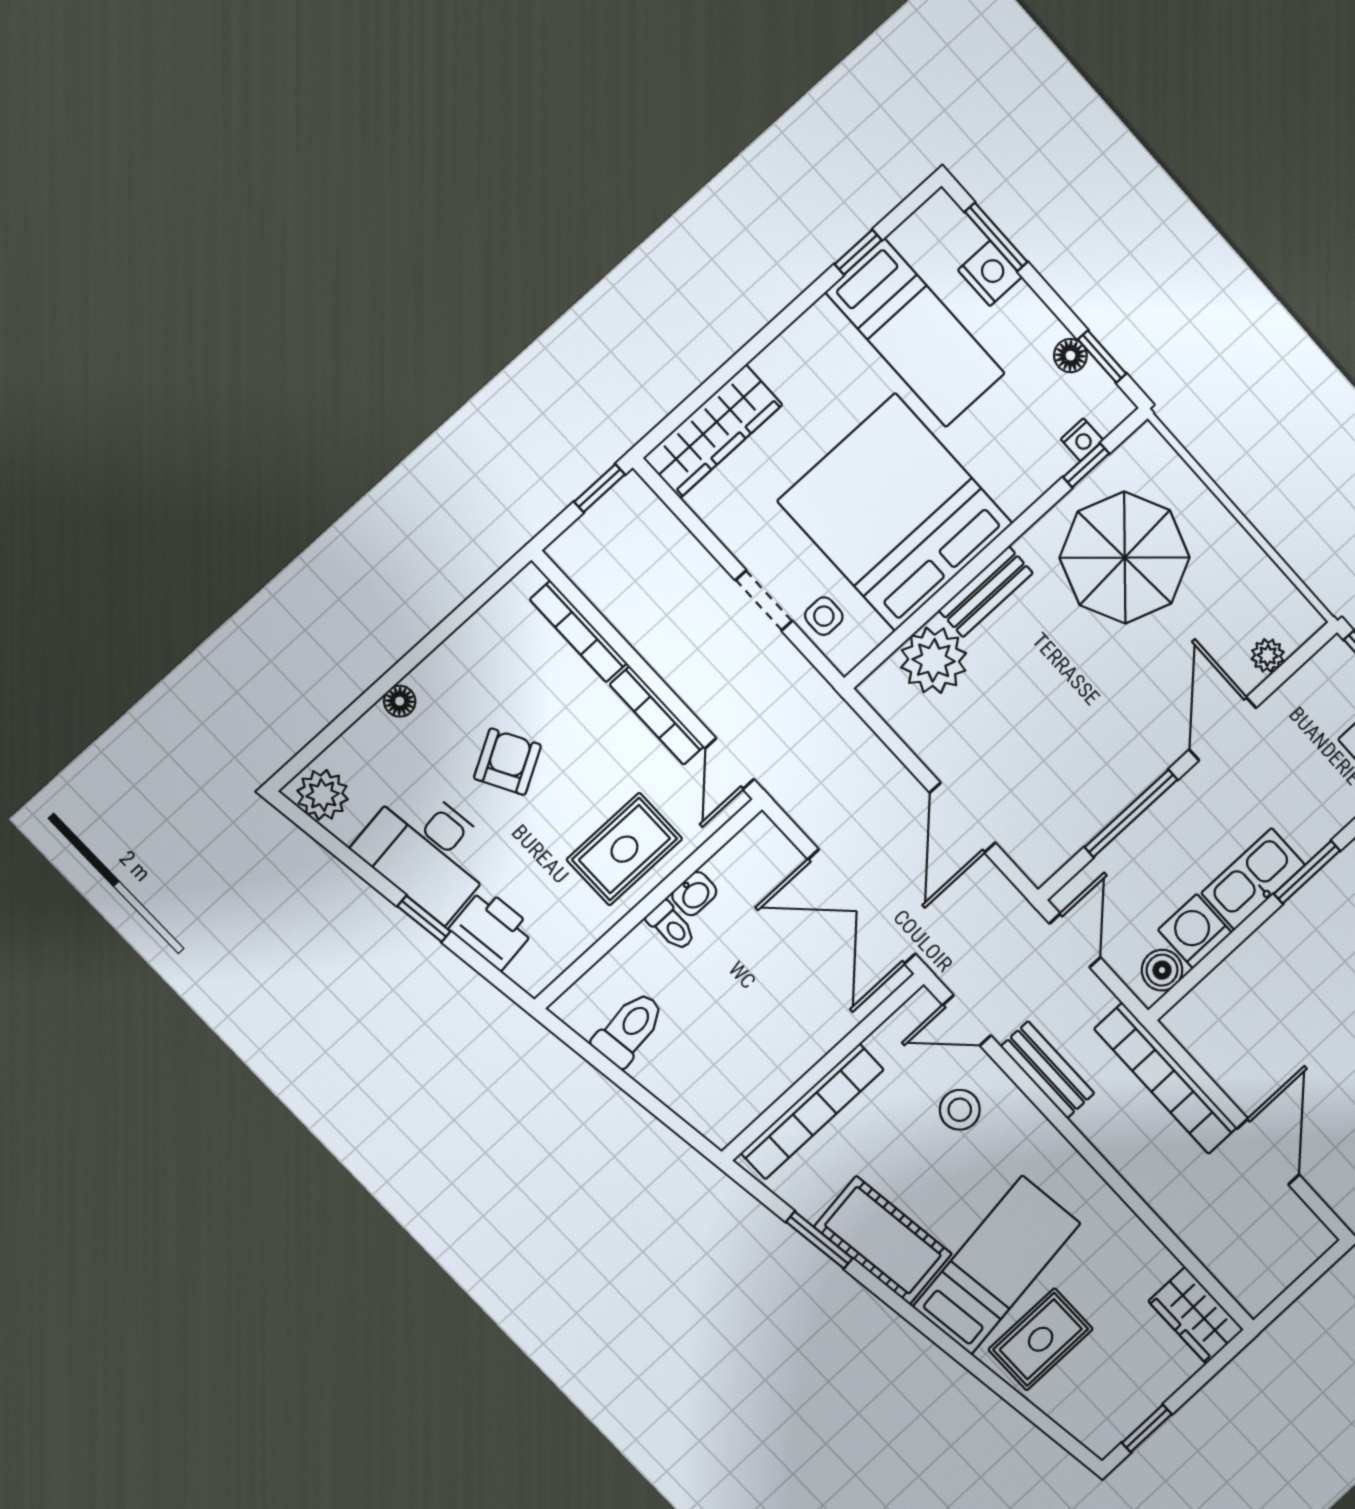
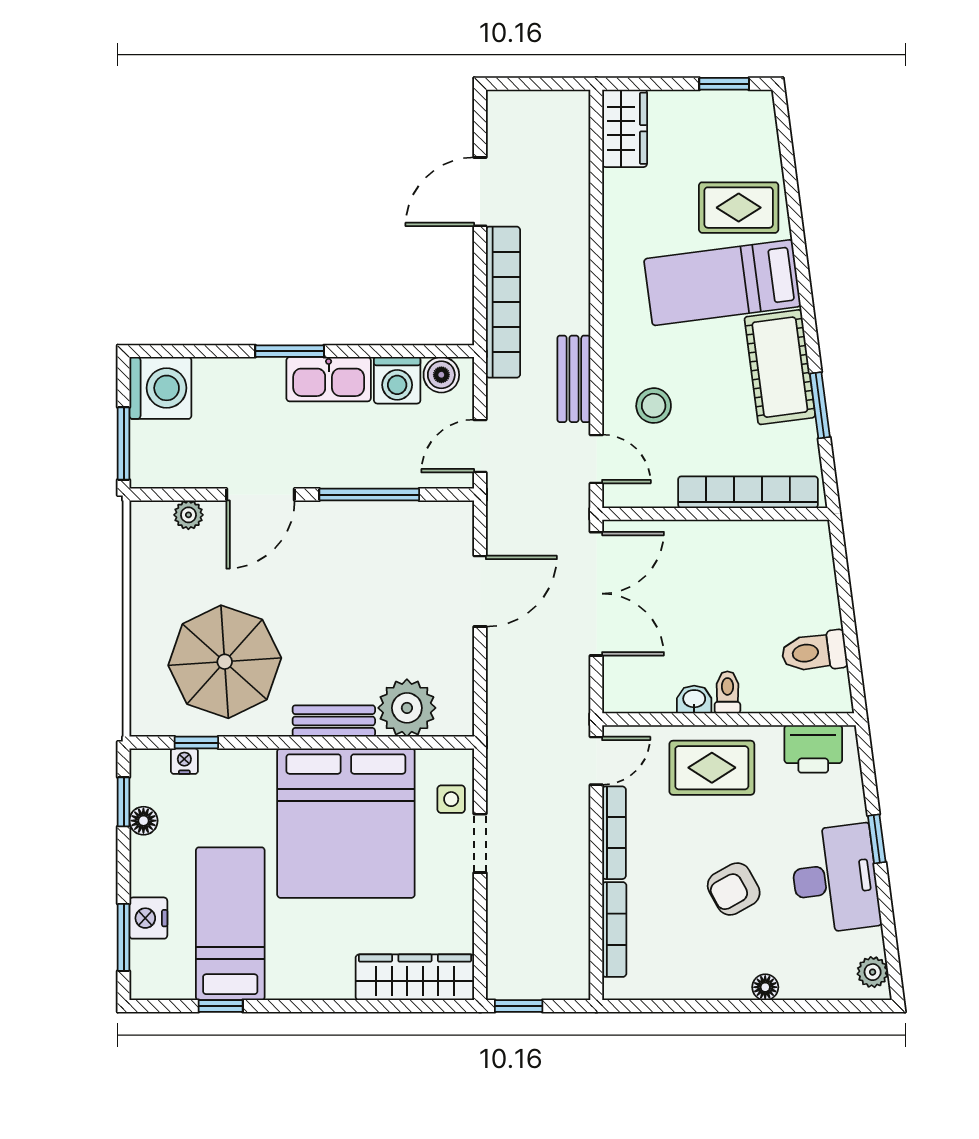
plant: (323, 795) -> (873, 972), width x0.73, depth x0.73
printer: (492, 929) -> (813, 749), moved, turned -83

